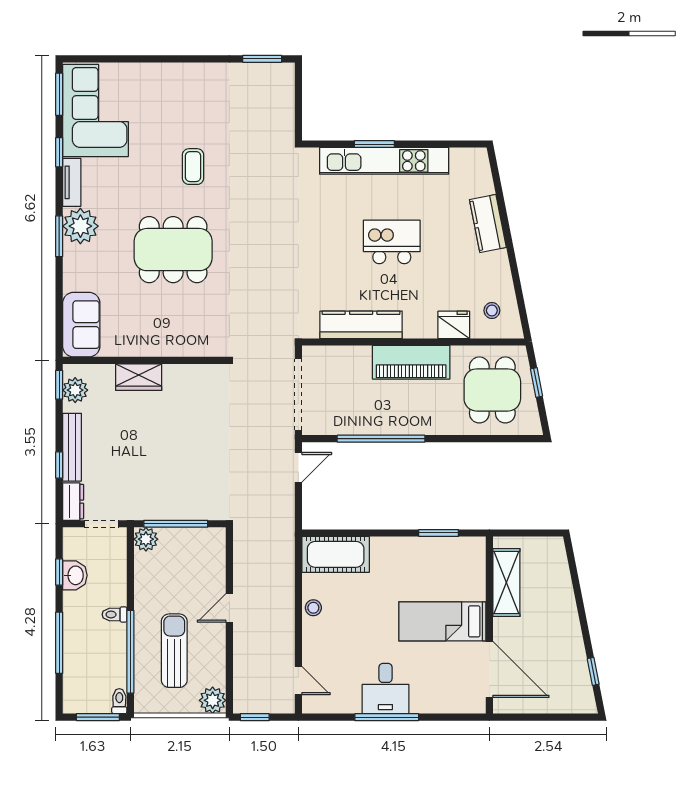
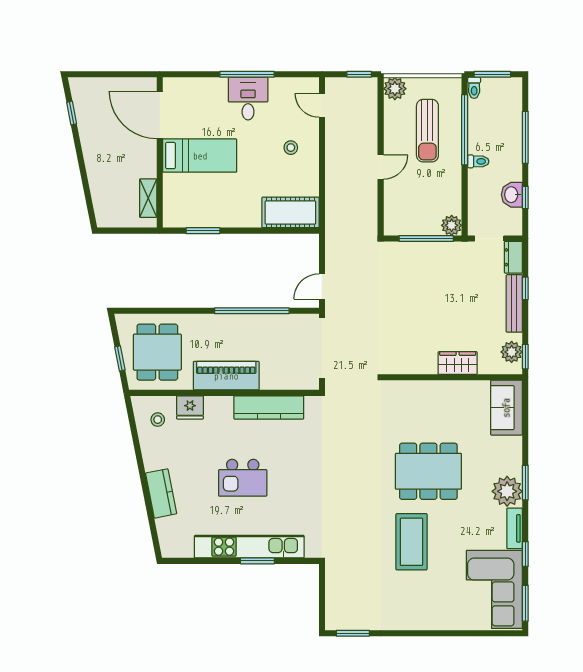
coffee table: (193, 167) -> (411, 542), width x1.86, depth x1.72
shelving: (506, 583) -> (148, 198), width x0.67, depth x0.75
stool: (313, 608) -> (291, 148), moved

